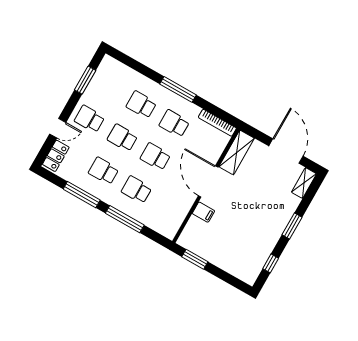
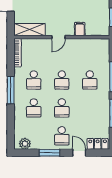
plant: (105, 70) -> (25, 144), added
window: (85, 80) -> (50, 153), moved
school desk: (104, 171) -> (90, 108), removed
door: (208, 182) -> (58, 37), width x0.53

